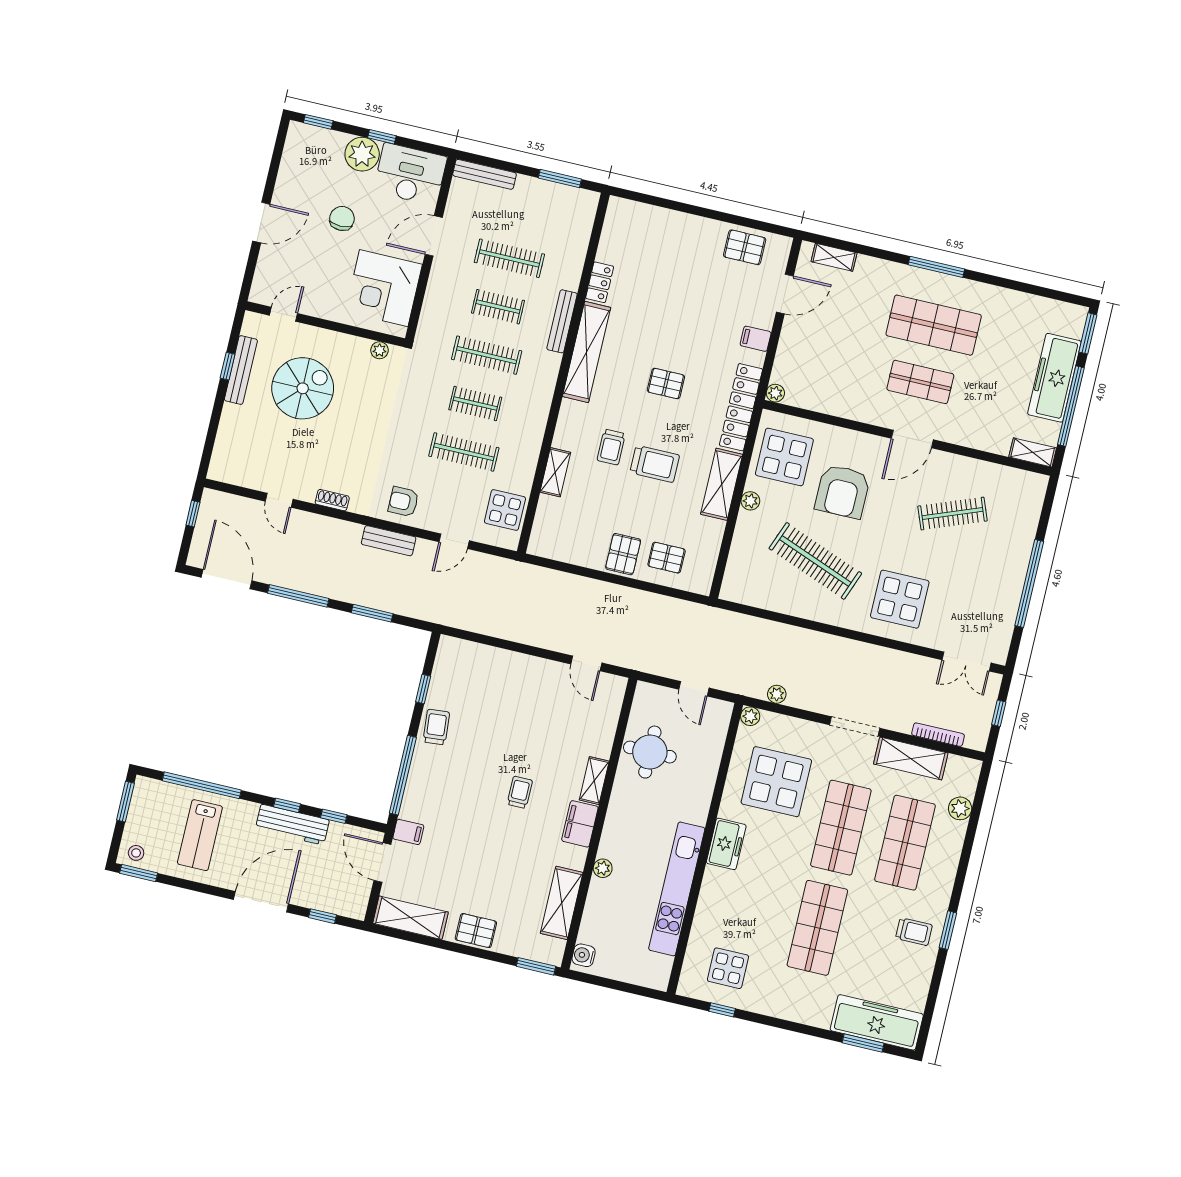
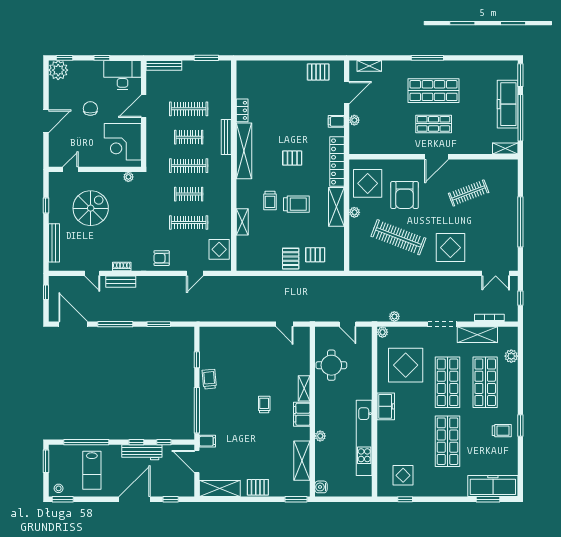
plant: (362, 154) -> (58, 70), moved
bench: (241, 370) -> (54, 243), moved
plant: (775, 393) -> (354, 120), moved
bench: (389, 541) -> (121, 282), moved

